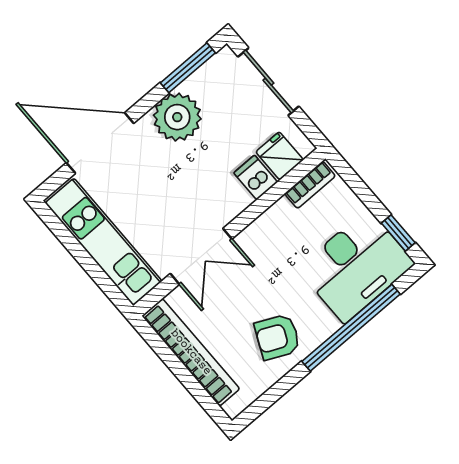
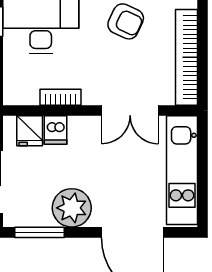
bookcase: (310, 185) -> (61, 97), moved
double door: (201, 256) -> (130, 110), swing flipped

